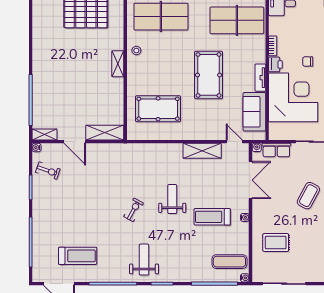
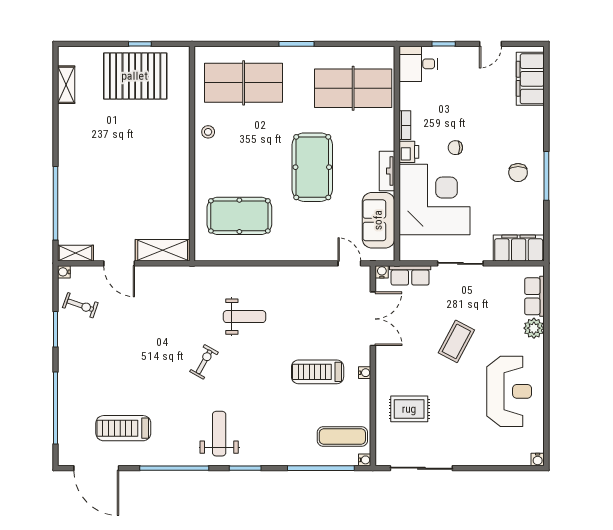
shelving: (118, 64) -> (66, 85), moved
shelving: (202, 151) -> (303, 277), removed
weight bench: (172, 199) -> (245, 317), moved, turned 90
treadmill: (78, 256) -> (123, 428), turned 180

